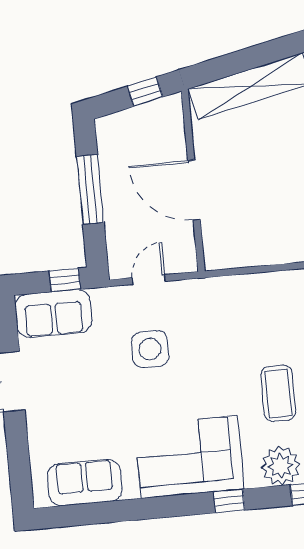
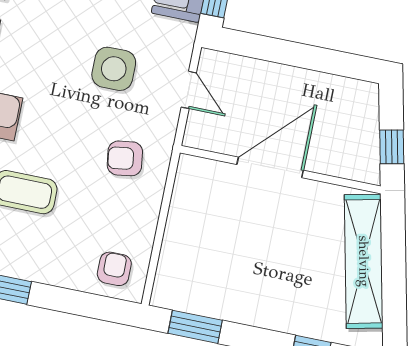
window: (90, 190) -> (304, 56), removed
armchair: (224, 316) -> (125, 158), added

